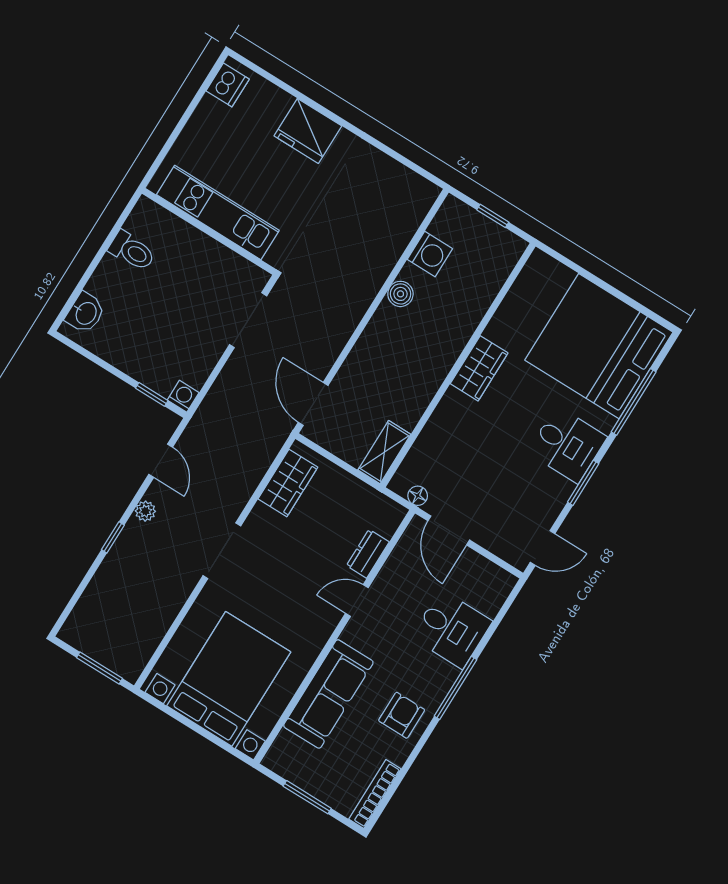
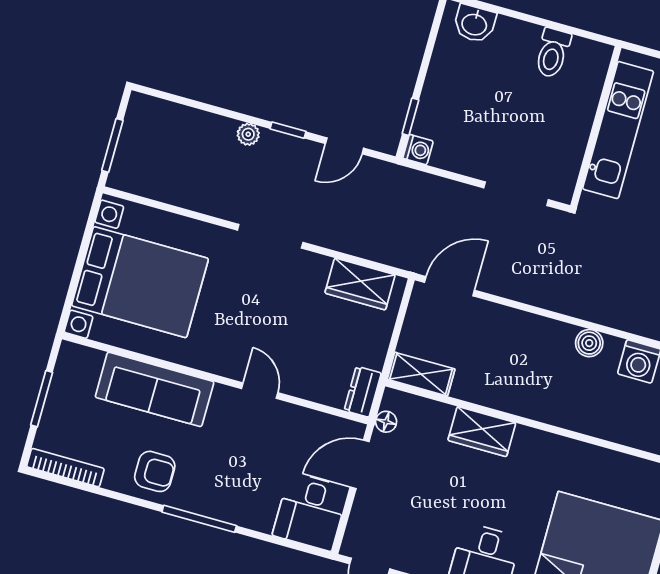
wardrobe: (479, 368) -> (482, 432), moved
plant: (145, 511) -> (248, 134), moved
window: (113, 537) -> (288, 130), moved
dresser: (368, 554) -> (363, 392), moved, turned -90
desk: (452, 629) -> (311, 512), moved

